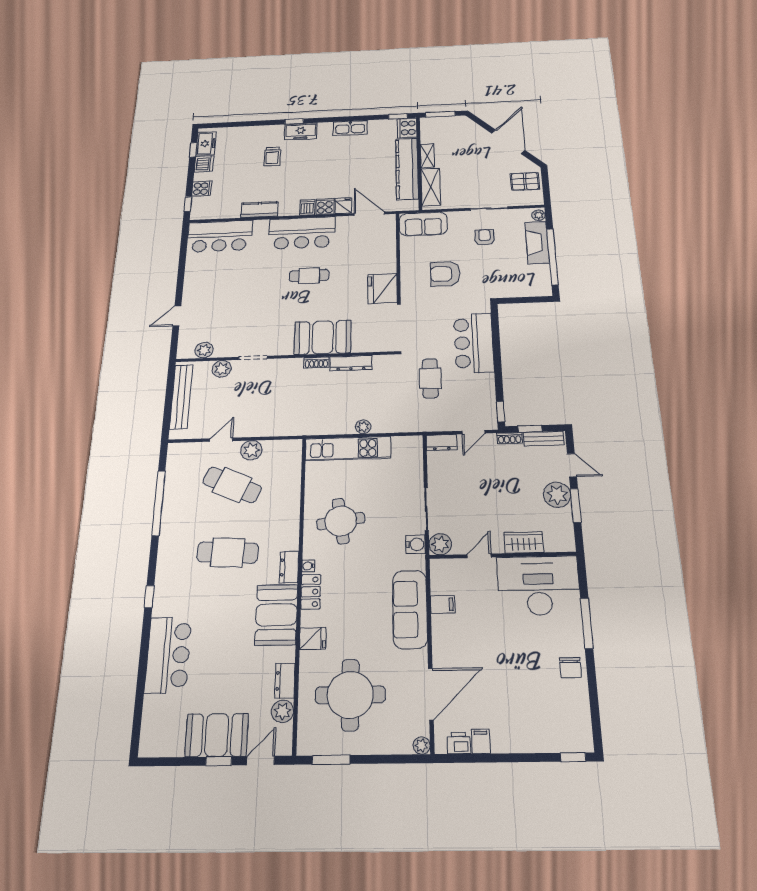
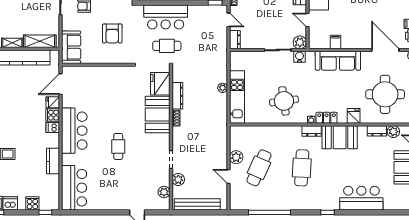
cafe table: (309, 276) -> (118, 146), moved
fridge: (382, 289) -> (160, 84), moved, turned 90
cafe table: (430, 378) -> (167, 46), moved

